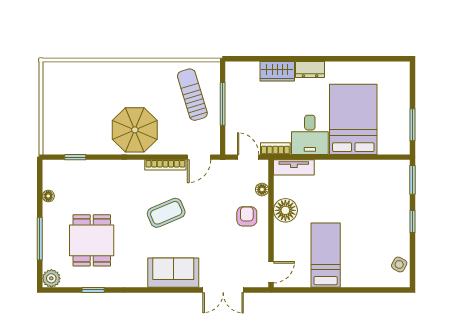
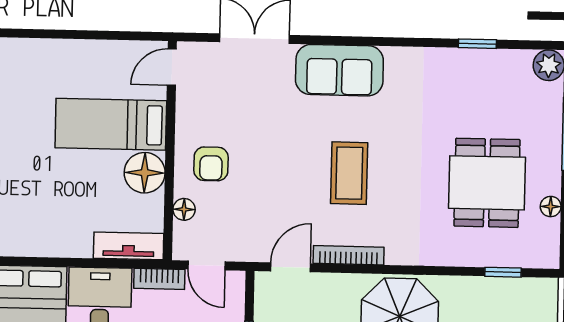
coffee table: (166, 213) -> (349, 173), turned -67
dining table: (92, 240) -> (487, 183), moved
bed: (326, 255) -> (111, 124), moved, turned 90

